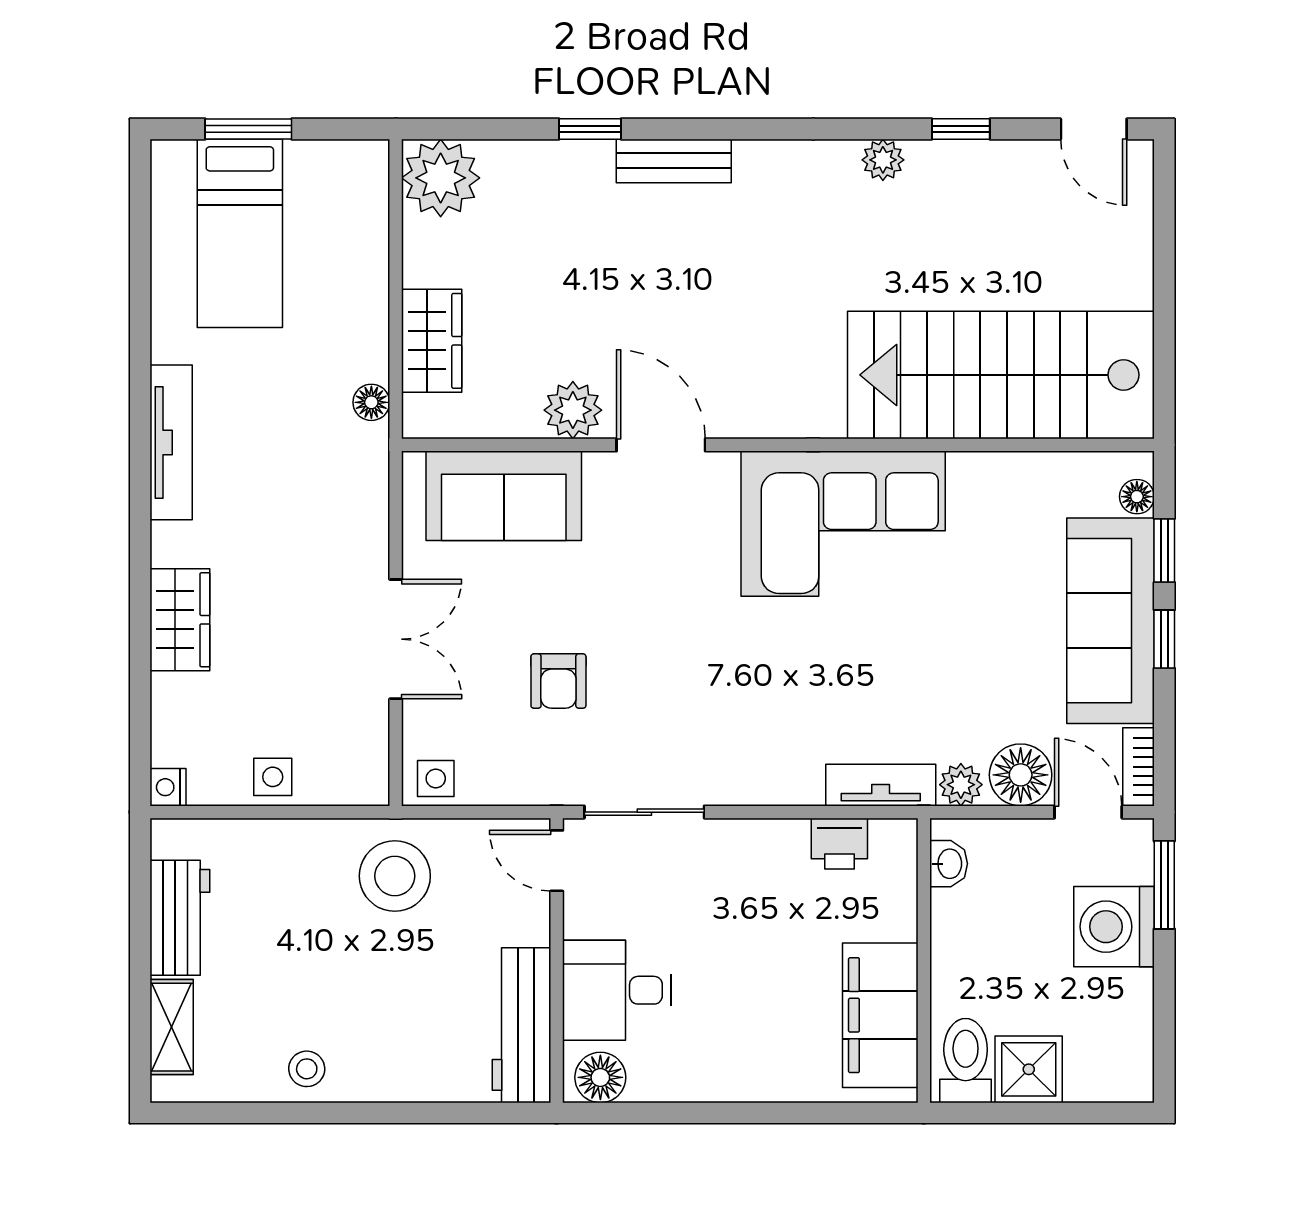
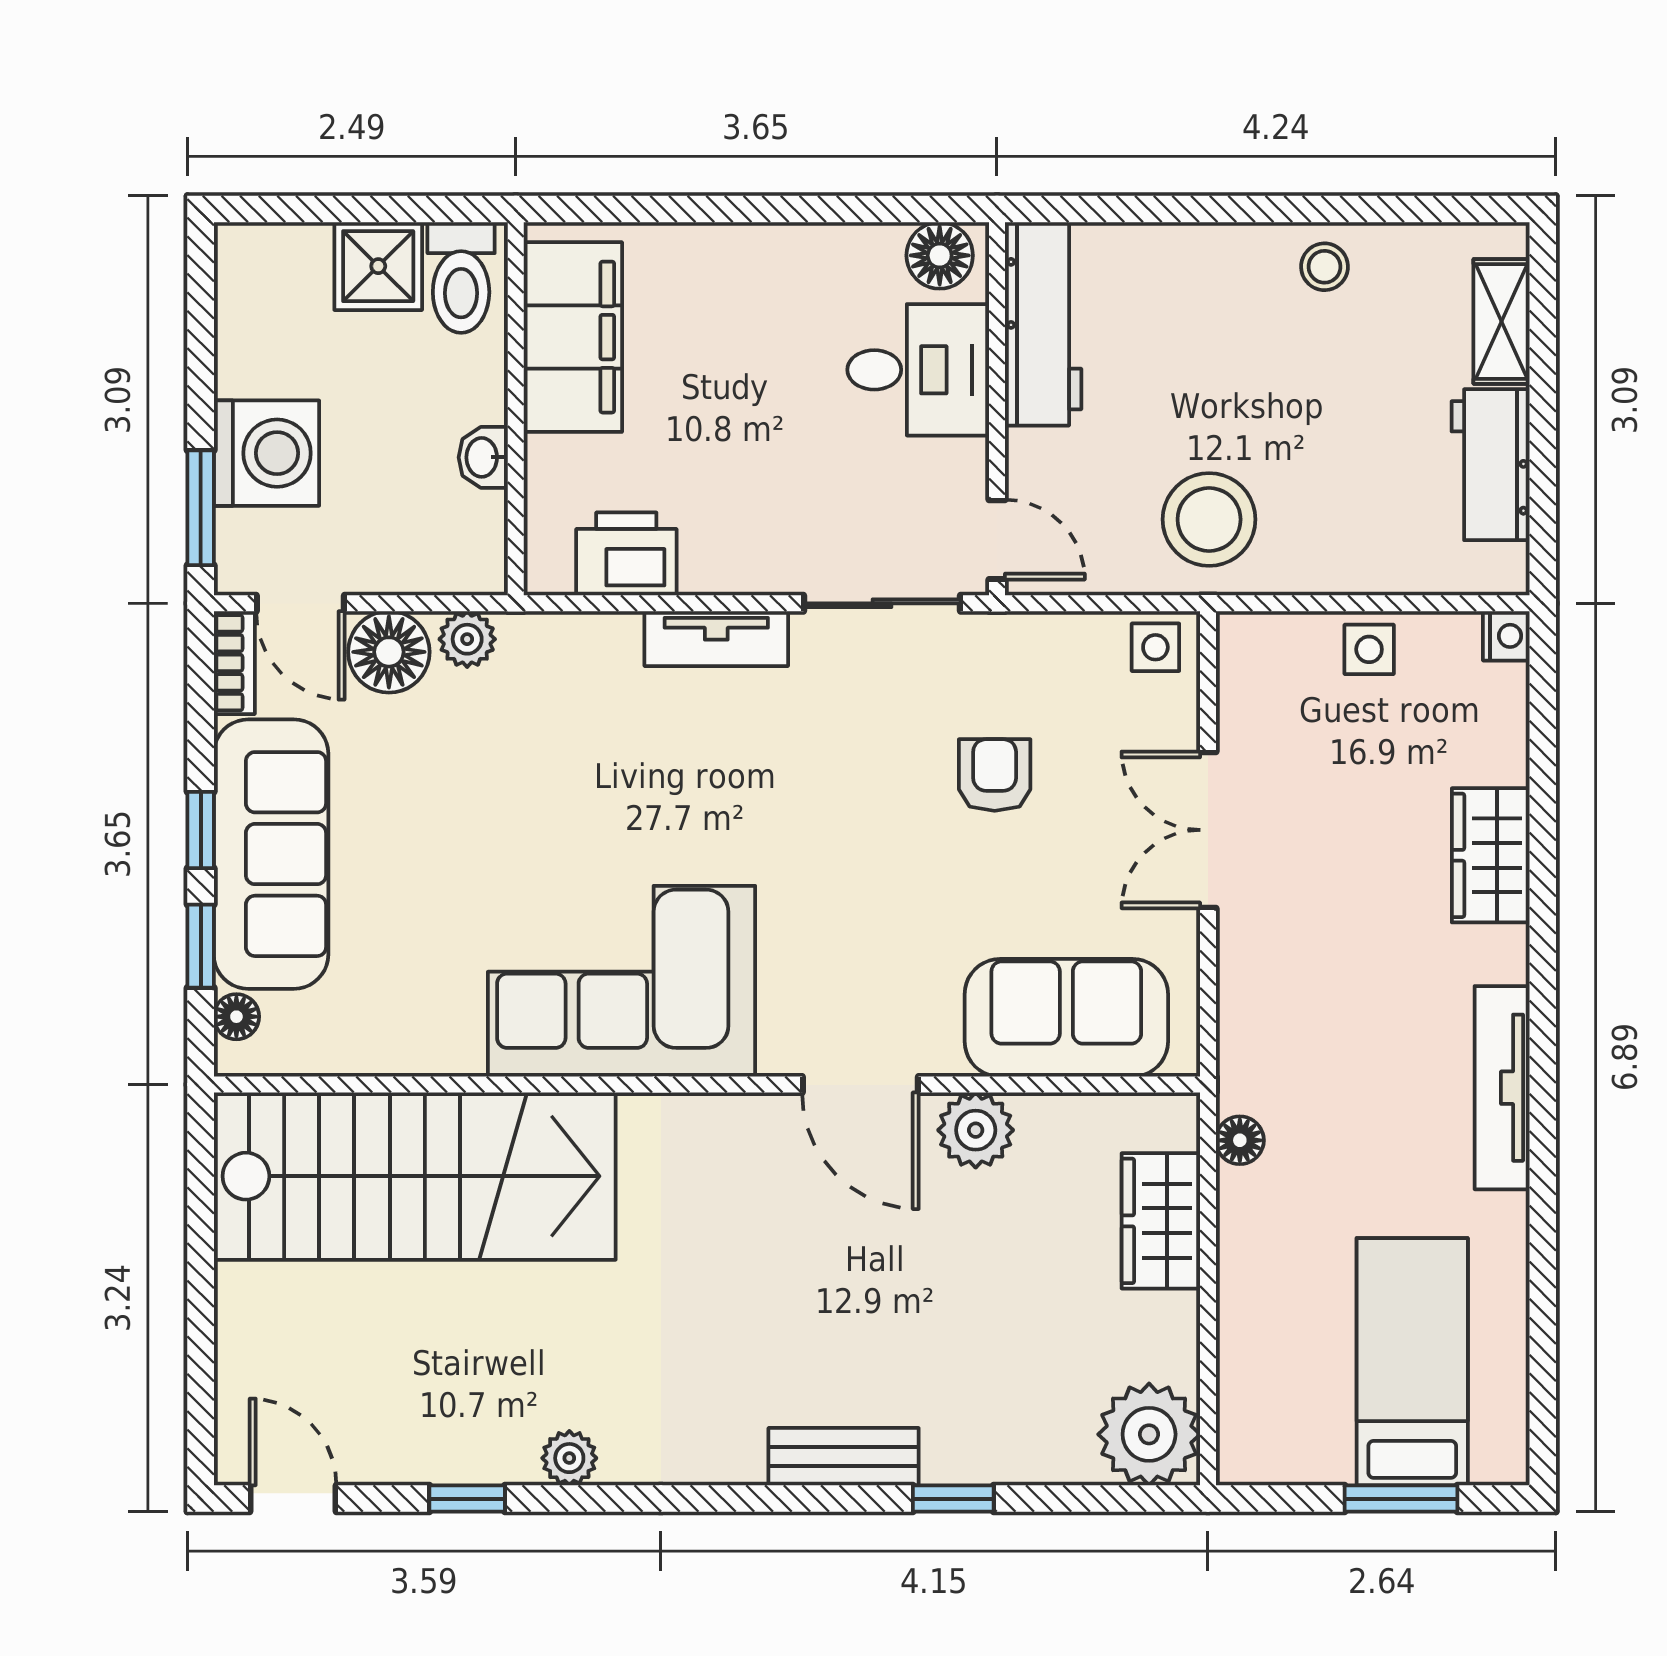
tv unit: (881, 785) -> (716, 639), moved
printer: (839, 844) -> (626, 554), width x1.36, depth x1.24
washbasin: (949, 864) -> (483, 457), moved

